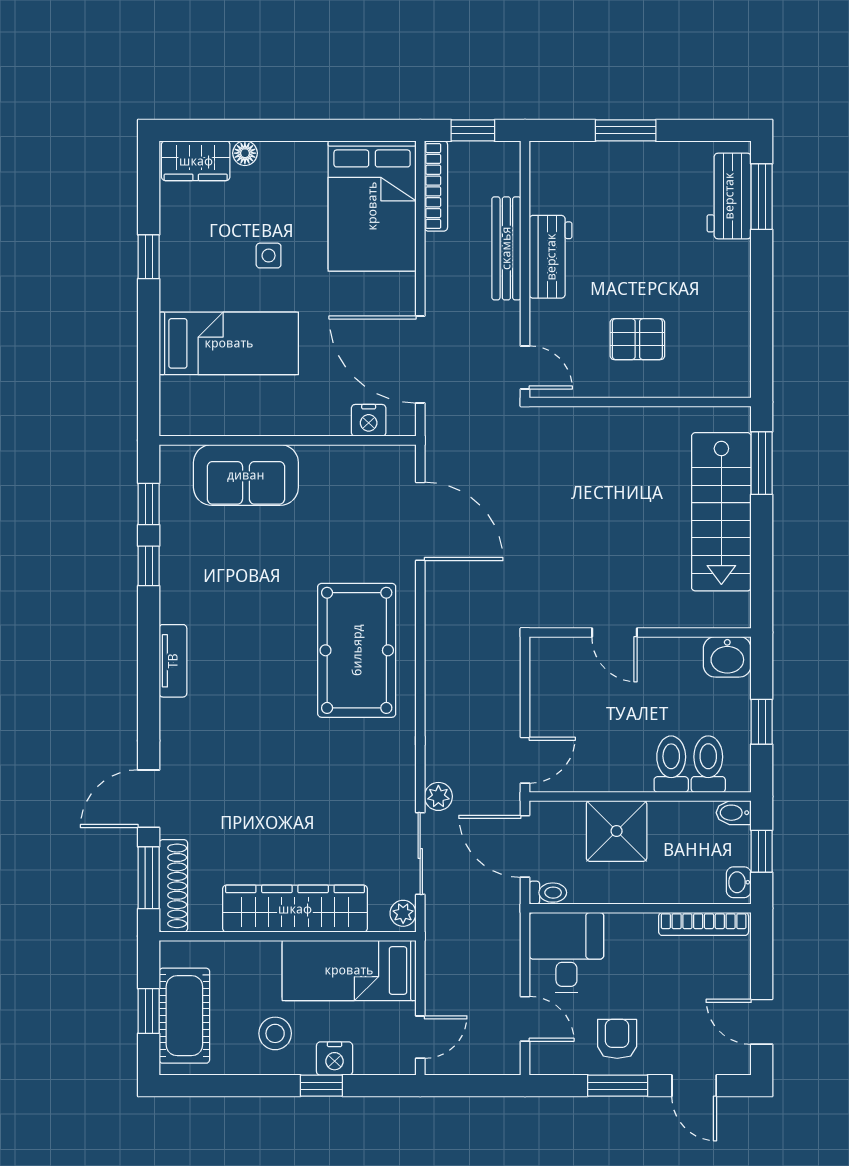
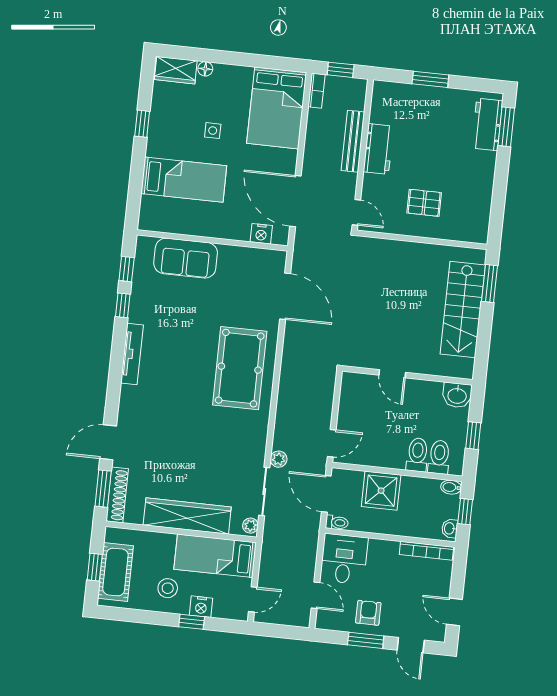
bookcase: (436, 186) -> (316, 91), width x0.64
tv unit: (173, 661) -> (132, 354), width x1.41

